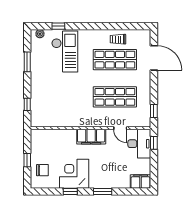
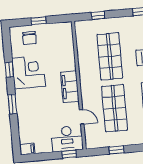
shop shelf: (66, 97) -> (110, 56), added
window: (154, 111) -> (116, 150), moved
door: (120, 128) -> (82, 117), swing flipped
filing cabinet: (141, 182) -> (27, 149), width x0.50

